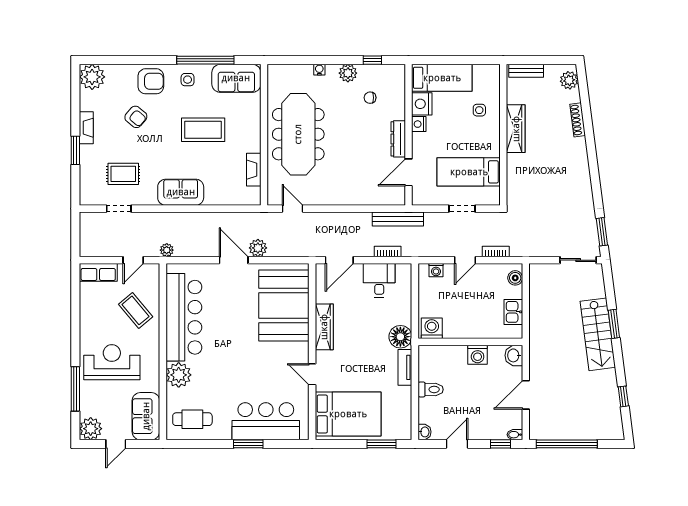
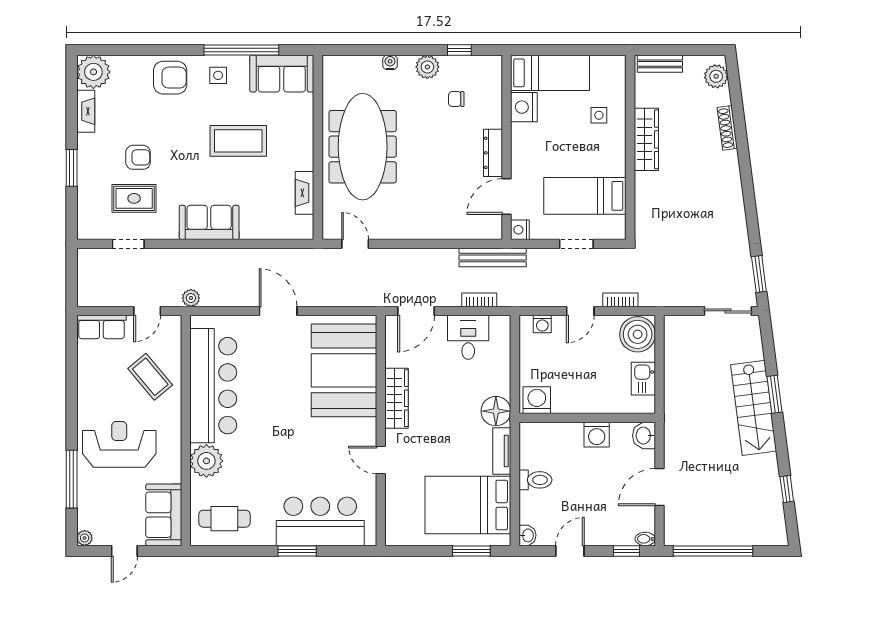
armchair: (136, 117) -> (138, 157), moved, turned -40
nightstand: (419, 124) -> (520, 230), moved
fireplace: (86, 128) -> (86, 111), moved
plant: (258, 248) -> (310, 295), removed
boiler: (515, 278) -> (638, 334), width x1.86, depth x1.86
bed: (348, 414) -> (468, 505), moved, turned 180
plant: (91, 429) -> (85, 538), width x0.53, depth x0.53

